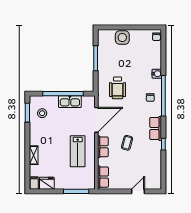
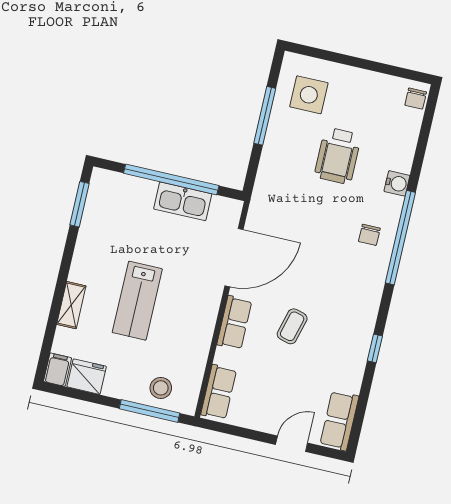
side table: (122, 37) -> (309, 95), moved
wheelchair: (117, 88) -> (338, 156), moved
stool: (42, 113) -> (161, 388), moved
row of seats: (156, 128) -> (339, 421), moved
lab bench: (78, 151) -> (137, 301), moved

